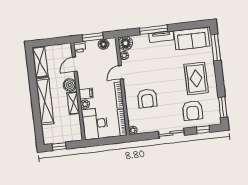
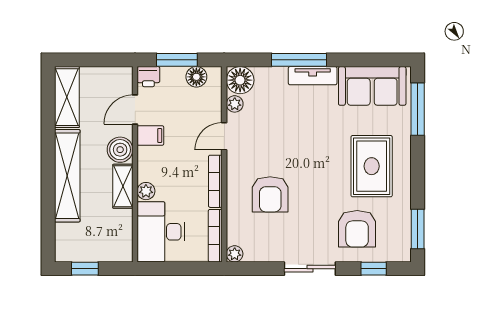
filing cabinet: (86, 94) -> (150, 135), moved

